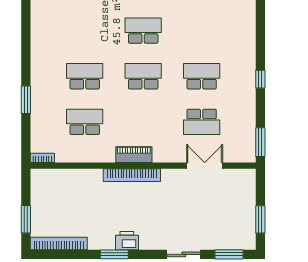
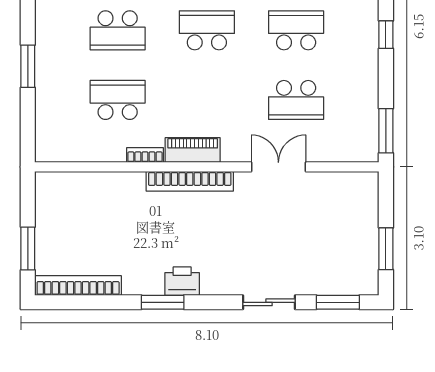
school desk: (85, 76) -> (118, 30), turned 180
bookcase: (42, 158) -> (145, 155), moved
double door: (205, 166) -> (278, 167), moved

